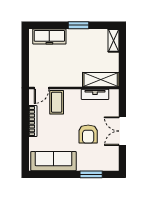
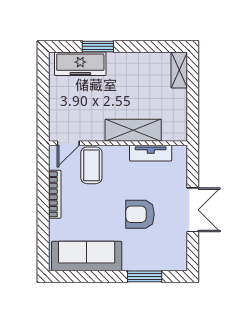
window: (79, 25) -> (98, 46), moved
shelving: (101, 80) -> (133, 130), moved
double door: (122, 131) -> (193, 210), swing flipped
armchair: (88, 134) -> (140, 214), turned 90

